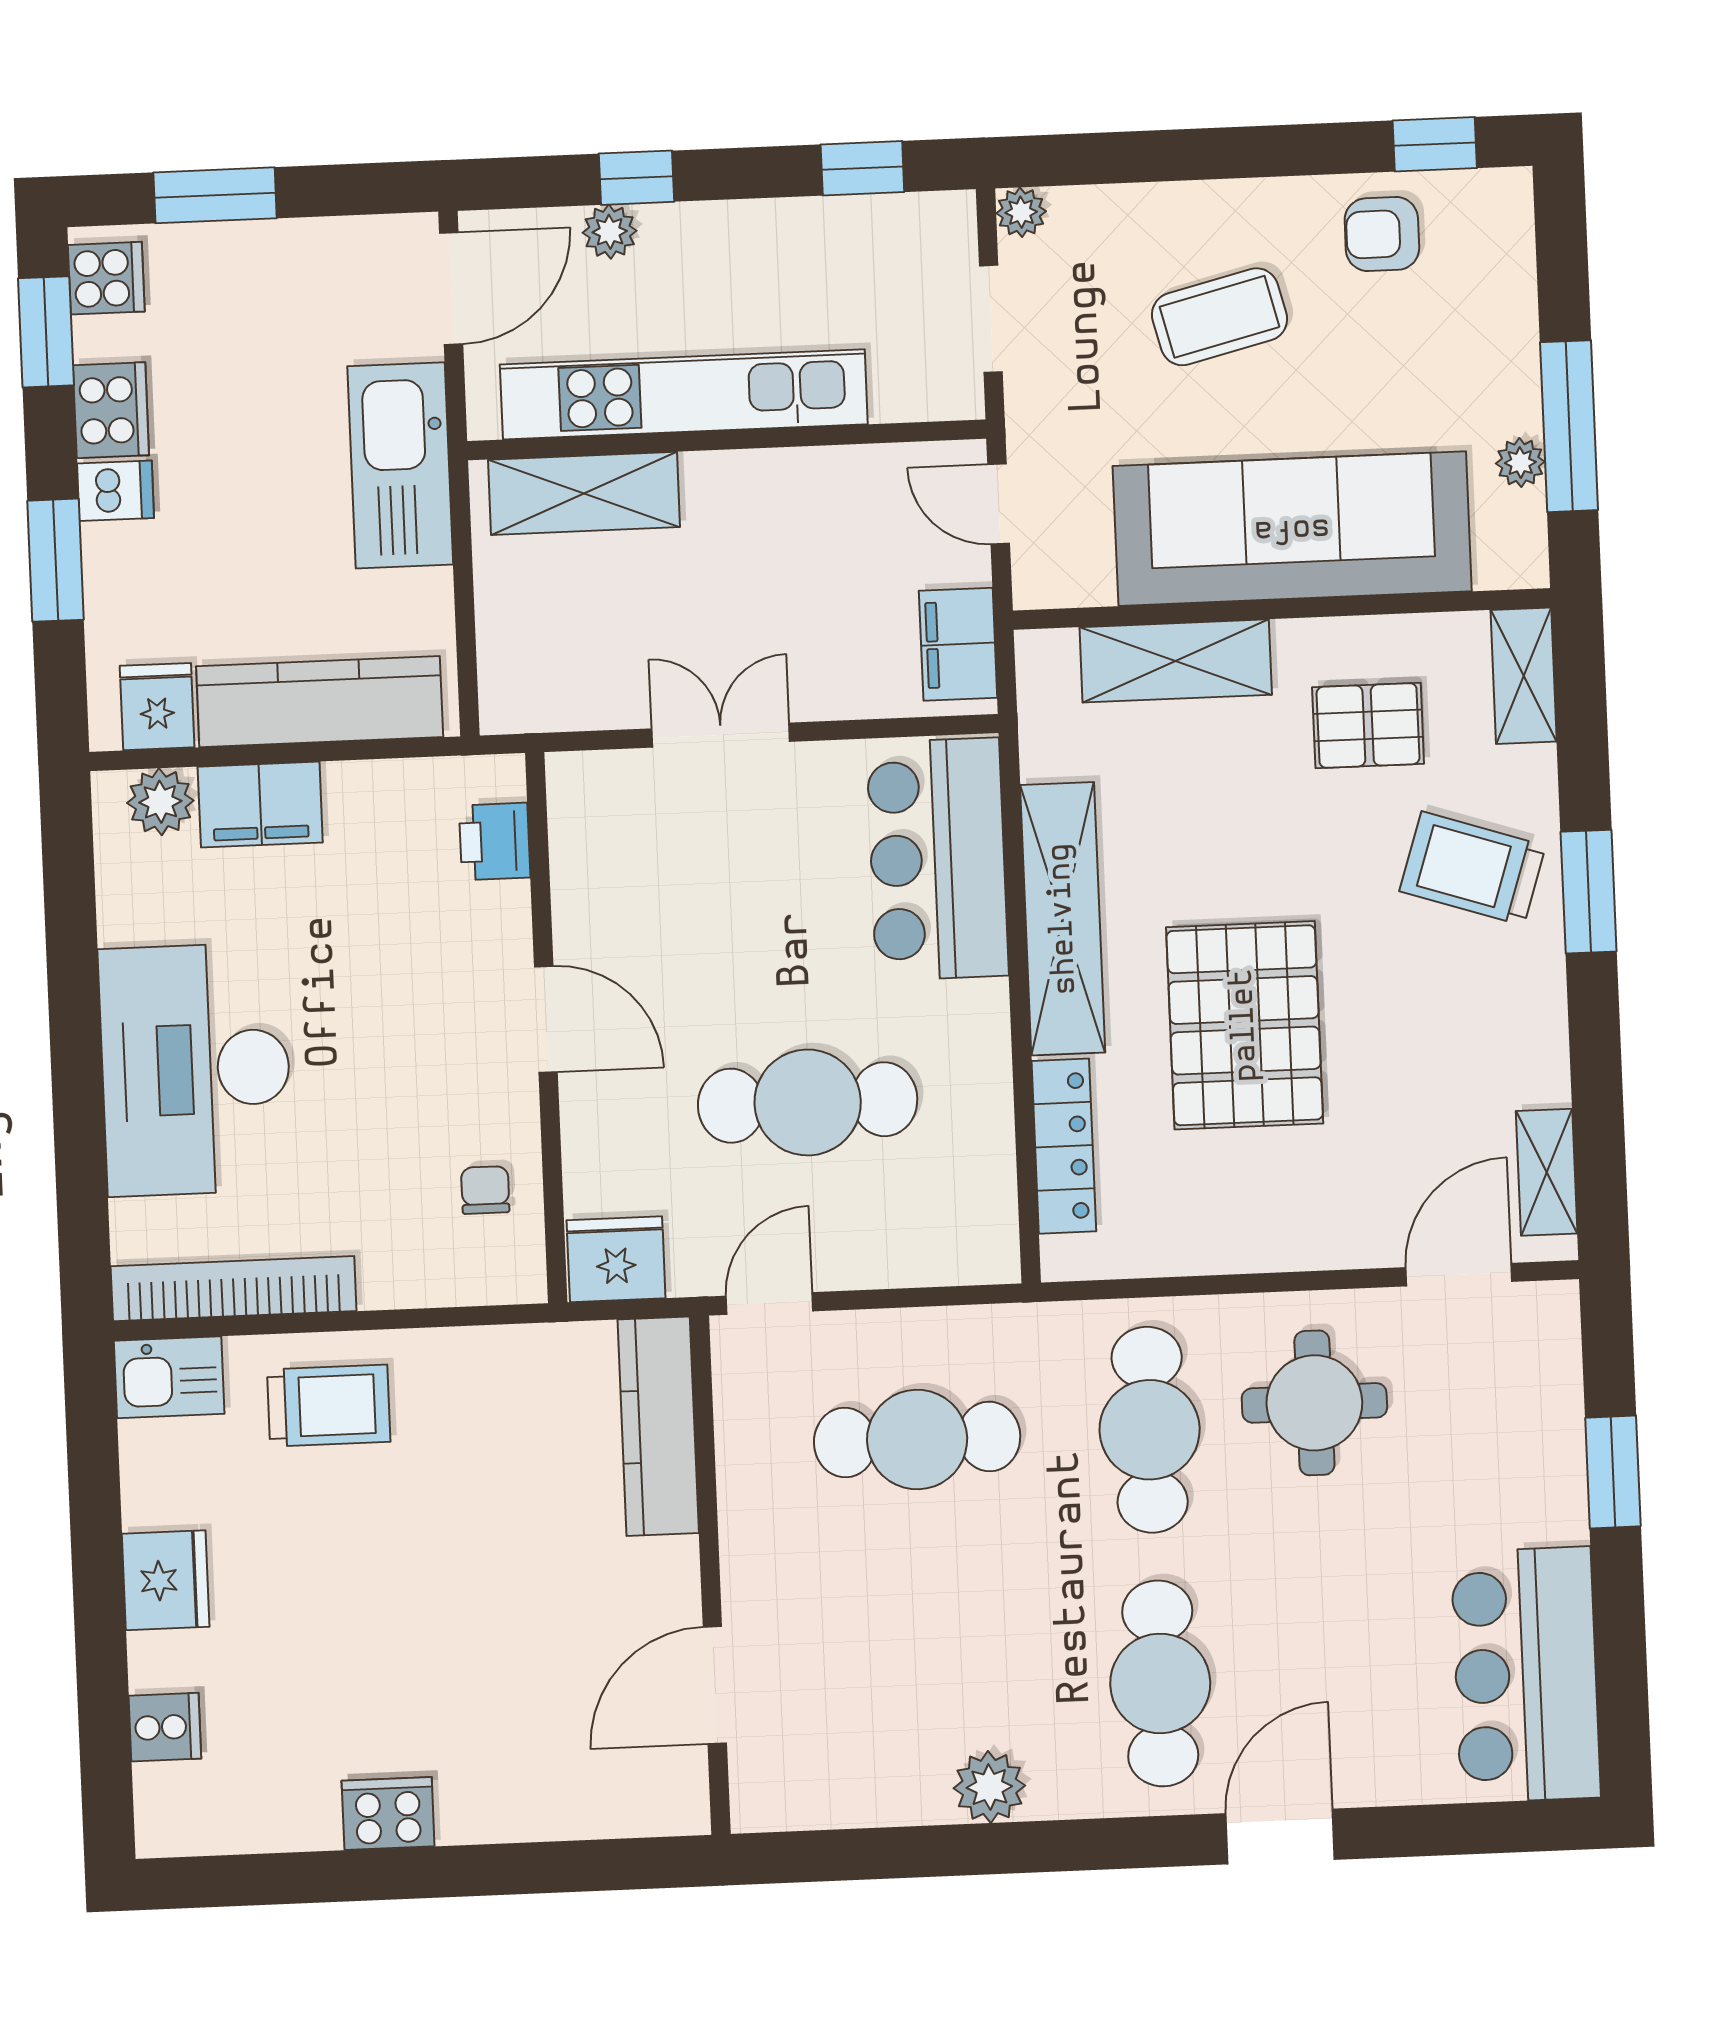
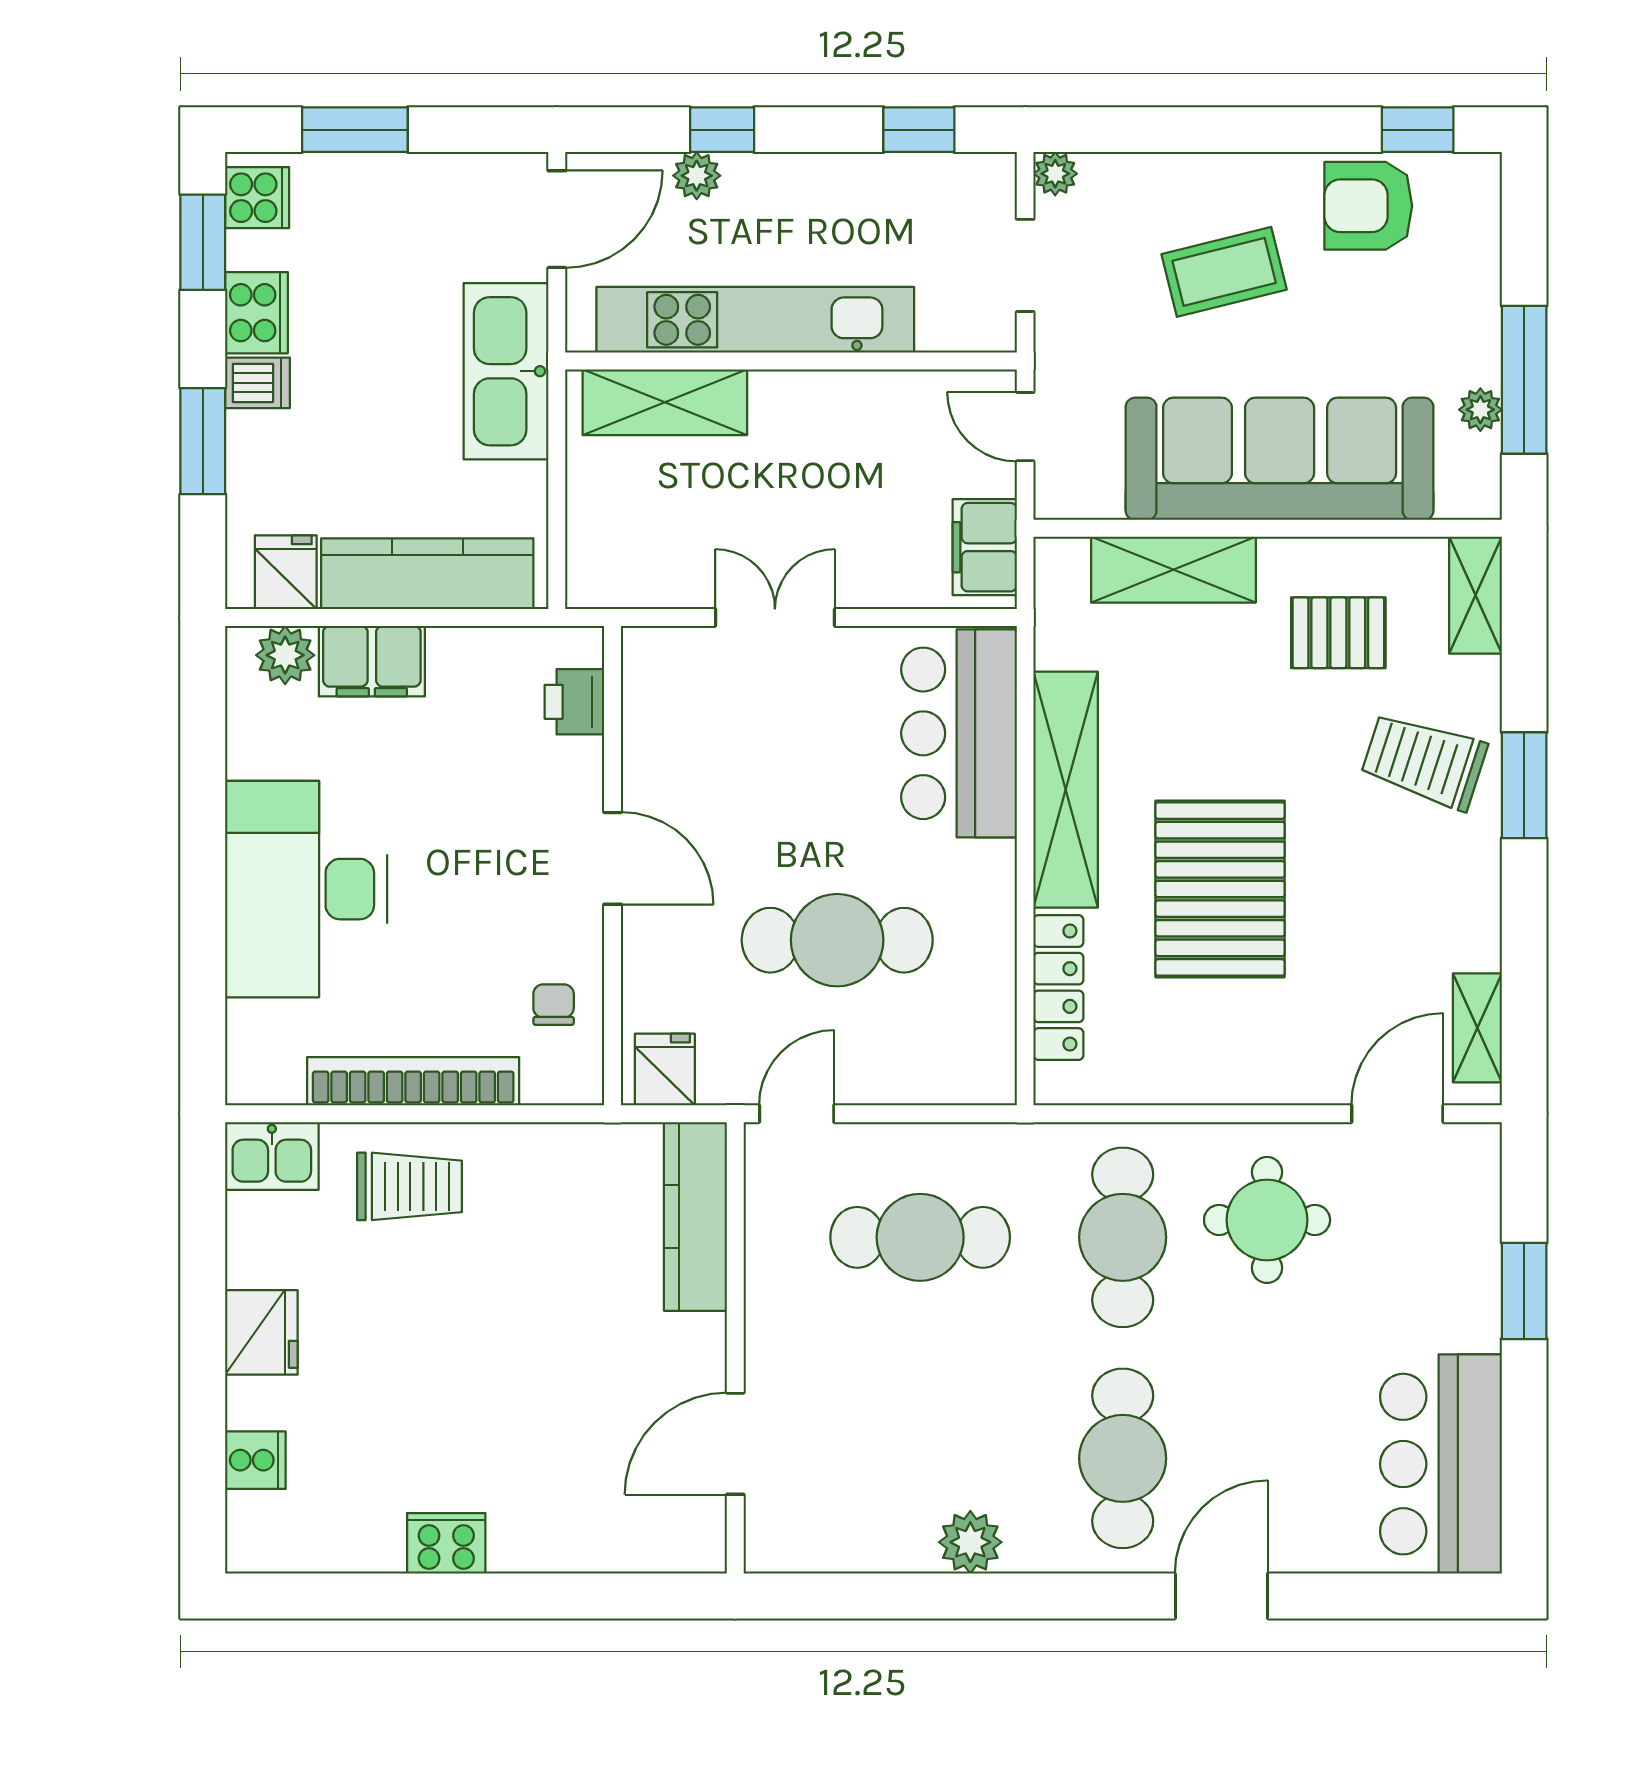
armchair: (1382, 234) -> (1368, 206), width x1.38, depth x1.38
fridge: (616, 1259) -> (665, 1070), width x0.72
bookcase: (234, 1289) -> (413, 1081), moved

